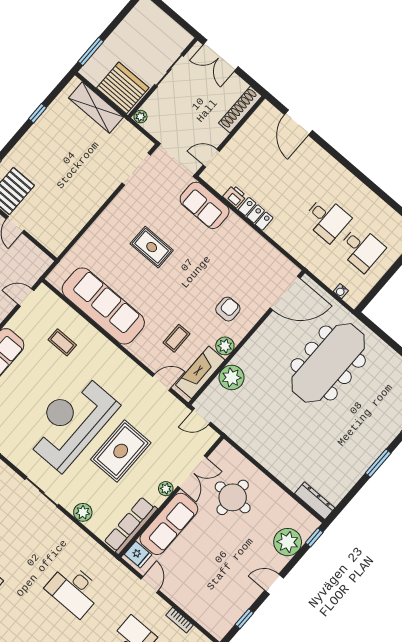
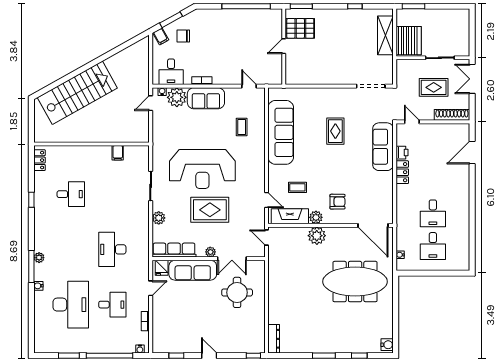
rug: (195, 104) -> (434, 87), added
plant: (140, 117) -> (401, 64), removed
sofa: (205, 205) -> (383, 147), width x1.36
plant: (232, 377) -> (317, 236), moved
reception desk: (71, 422) -> (202, 169), turned 180
plant: (288, 542) -> (238, 343), removed

